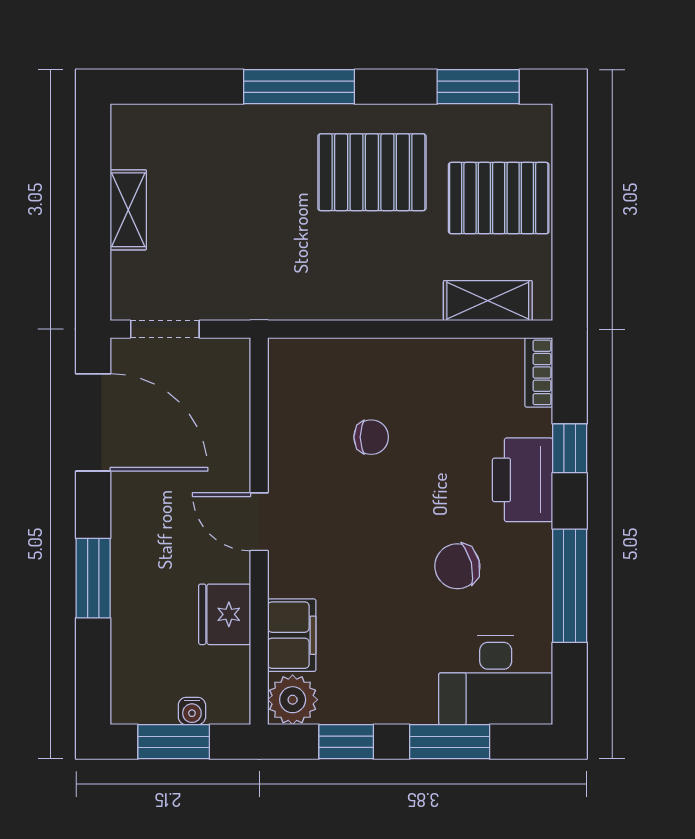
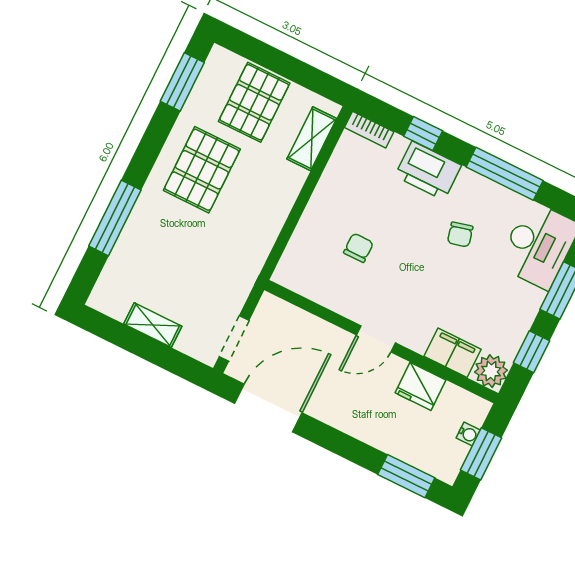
window: (299, 87) -> (115, 218), moved
chair: (457, 566) -> (460, 235), width x0.73, depth x0.73
window: (93, 578) -> (406, 476), moved

